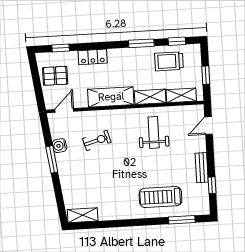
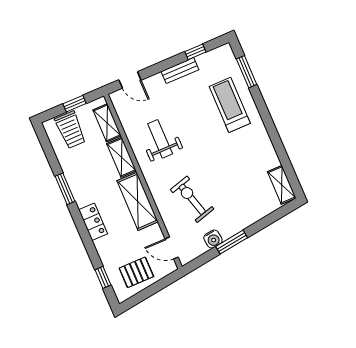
window: (177, 41) -> (48, 150), removed
locker: (93, 57) -> (93, 222), moved
trolley: (169, 61) -> (70, 130), moved
pallet: (55, 76) -> (136, 272), turned 90
weight bench: (154, 132) -> (160, 139), turned 90
exercise bike: (97, 141) -> (192, 199), width x1.38, depth x1.39
treadmill: (160, 197) -> (230, 105), turned 180

